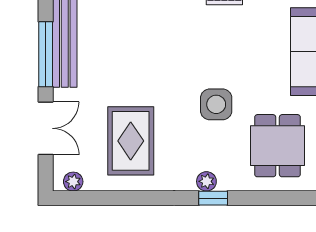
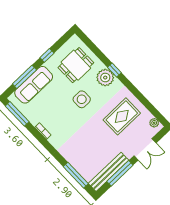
double door: (46, 128) -> (145, 149), swing flipped
plant: (206, 181) -> (105, 78), width x1.88, depth x1.88

